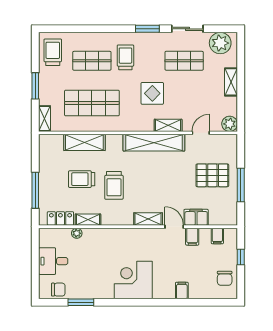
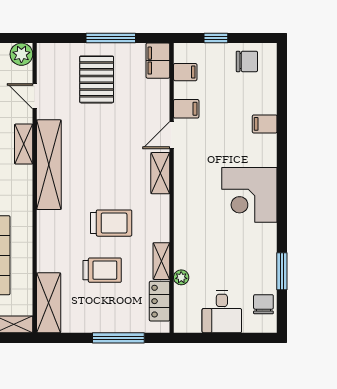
shelving: (84, 142) -> (49, 303), moved
trolley: (82, 179) -> (102, 270), turned -90
filing cabinet: (196, 217) -> (158, 61), moved

